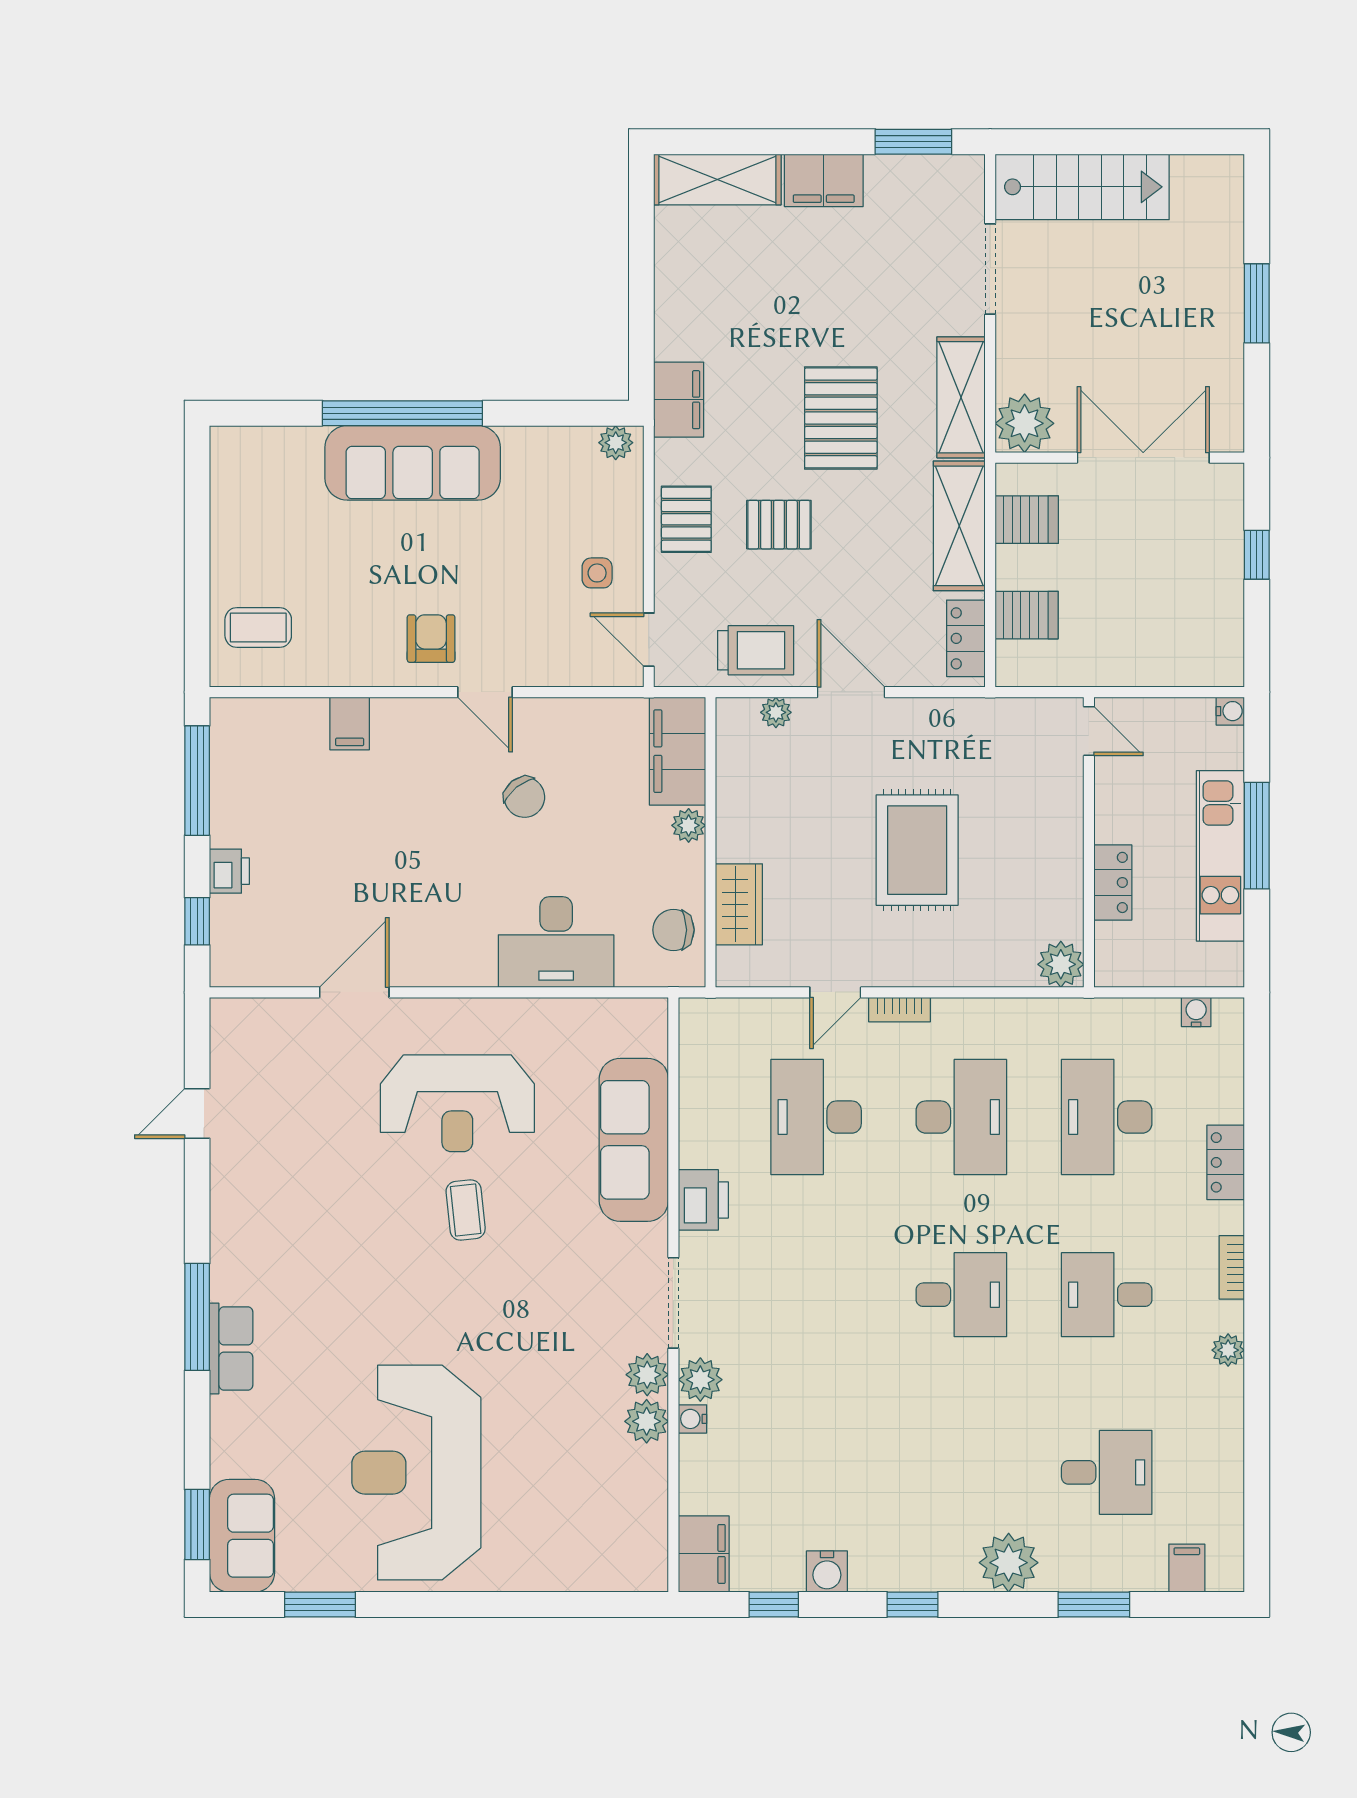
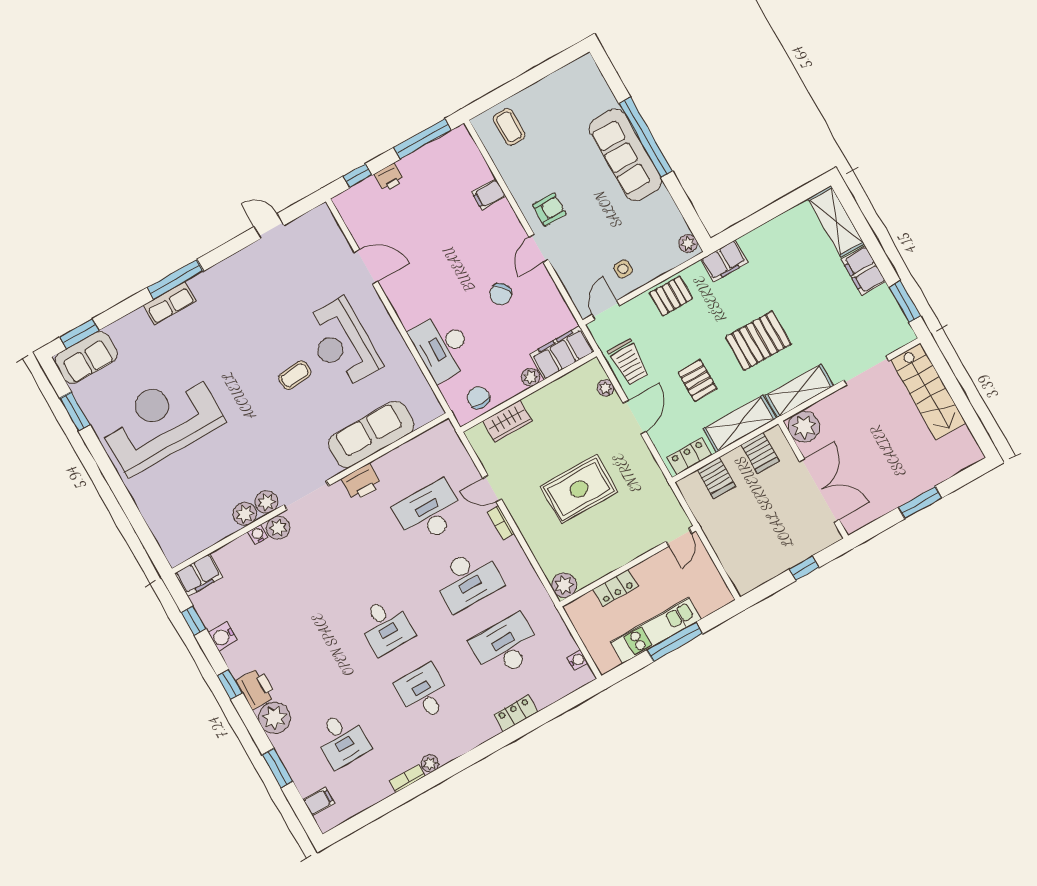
pallet: (779, 525) -> (697, 380), moved
water cooler: (1230, 711) -> (725, 597), removed
bookcase: (1232, 1267) -> (407, 779), moved
printer: (943, 1565) -> (256, 689), added

